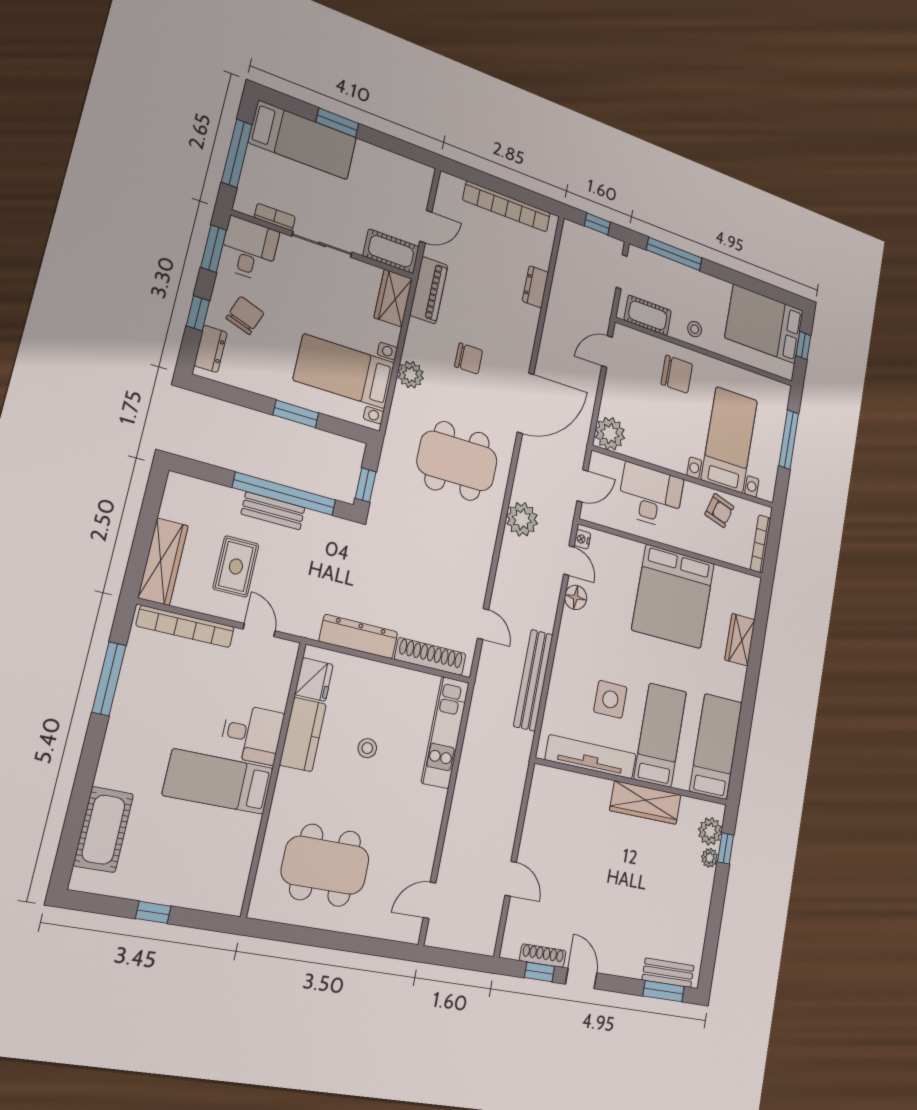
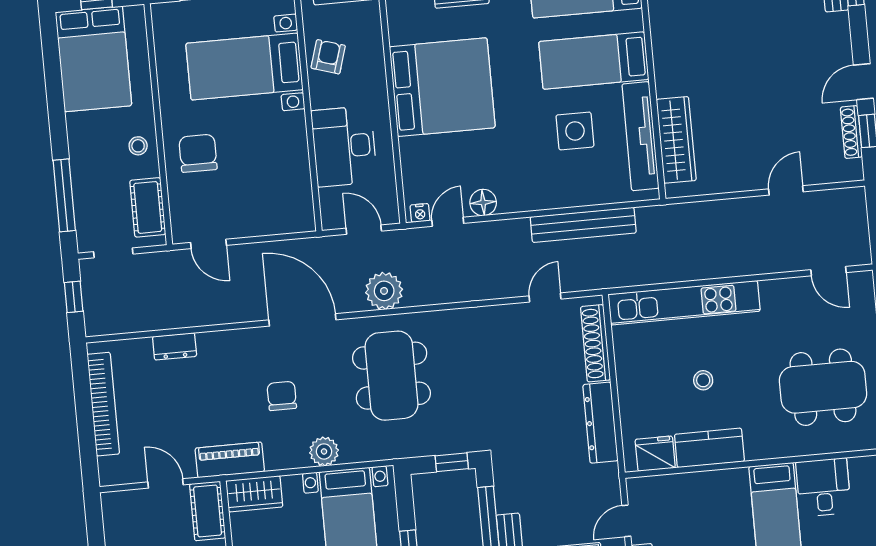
plant: (610, 434) -> (296, 214), removed
plant: (522, 519) -> (384, 291), moved
kitchen unit: (445, 732) -> (684, 303), width x1.36
desk: (252, 734) -> (823, 487), moved
wardrobe: (645, 803) -> (676, 140), moved
dining table: (325, 865) -> (823, 387), turned 90

